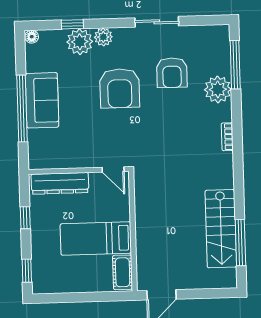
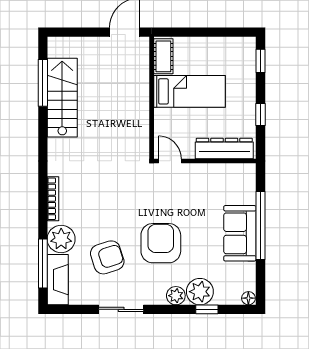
fireplace: (220, 49) -> (58, 280), added
armchair: (172, 73) -> (107, 257), turned 72
bookcase: (227, 137) -> (53, 199), width x1.56

